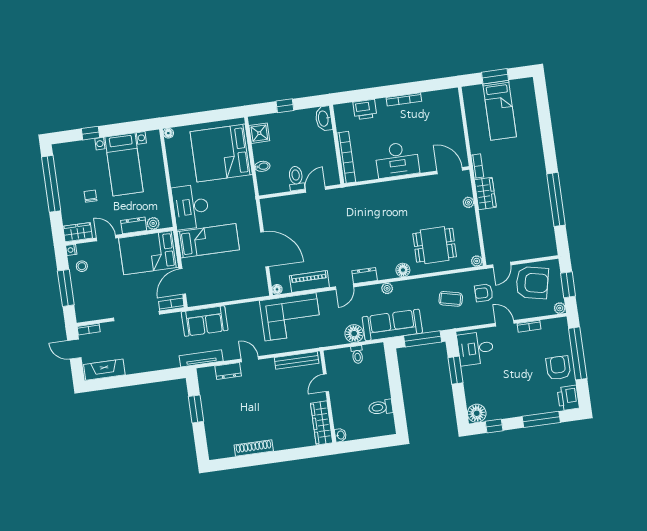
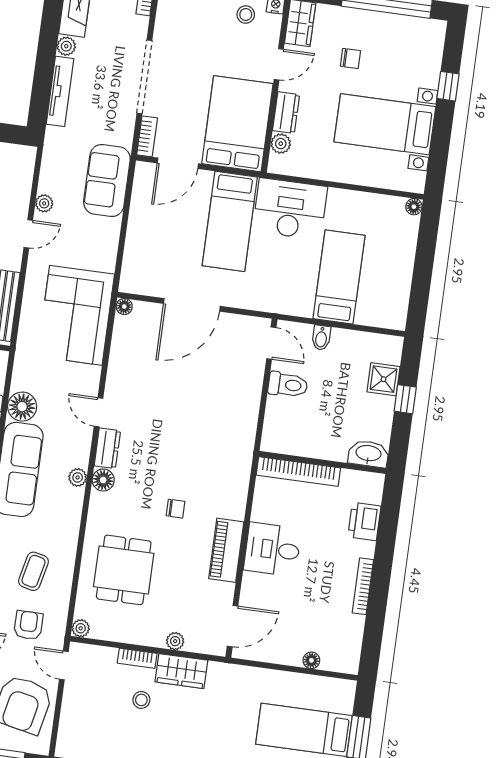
floor lamp: (457, 118) -> (311, 660), added
shower: (259, 133) -> (384, 379), moved
bed: (221, 153) -> (339, 277), width x0.49
desk: (397, 160) -> (272, 549), width x0.73
bookcase: (477, 166) -> (137, 658), moved
door: (315, 189) -> (271, 343), moved
stool: (509, 213) -> (141, 700), added
chair: (389, 225) -> (176, 509), added
floor lamp: (403, 270) -> (103, 480), moved
piano: (309, 281) -> (226, 550), moved, turned 180
door: (182, 282) -> (178, 163), swing flipped
plant: (229, 355) -> (44, 203), added
tv unit: (201, 358) -> (60, 91), moved
plant: (131, 368) -> (66, 46), added
dresser: (228, 371) -> (19, 195), removed

